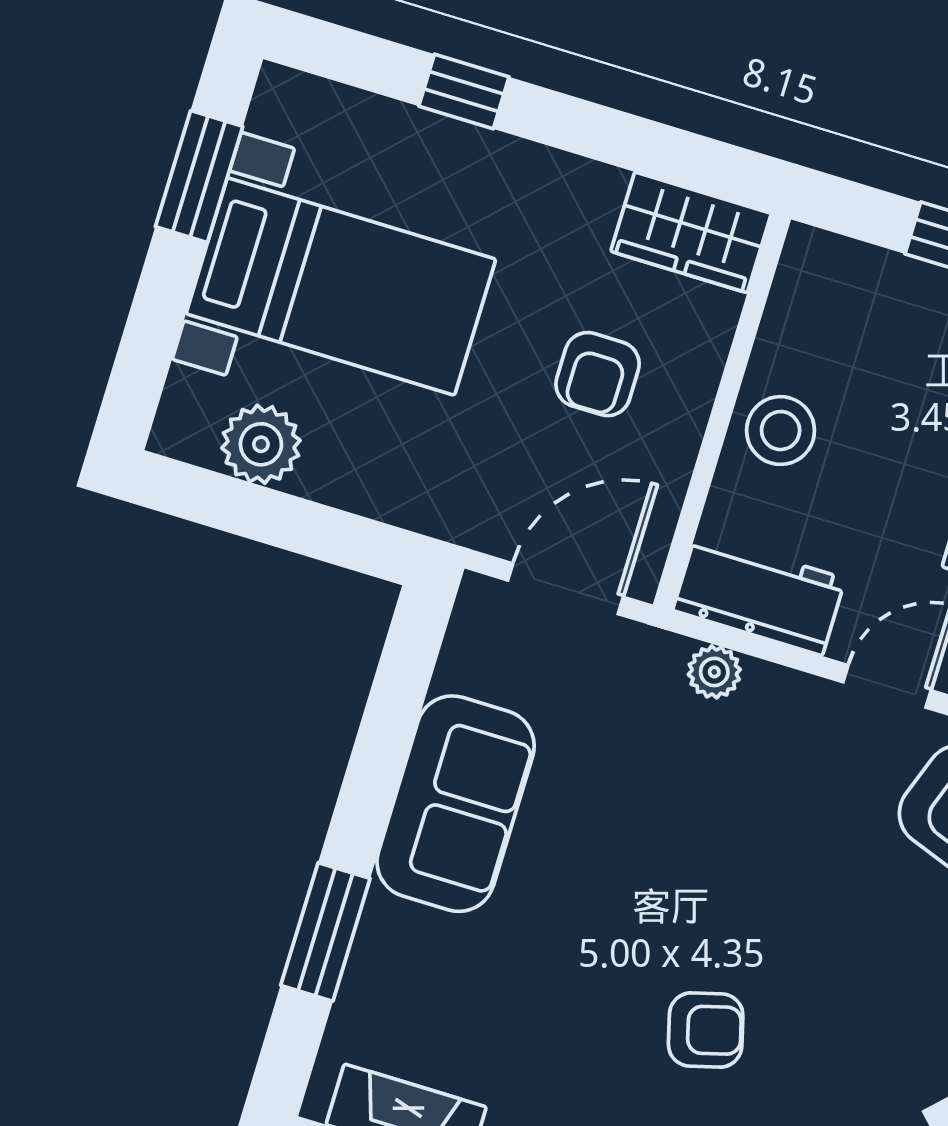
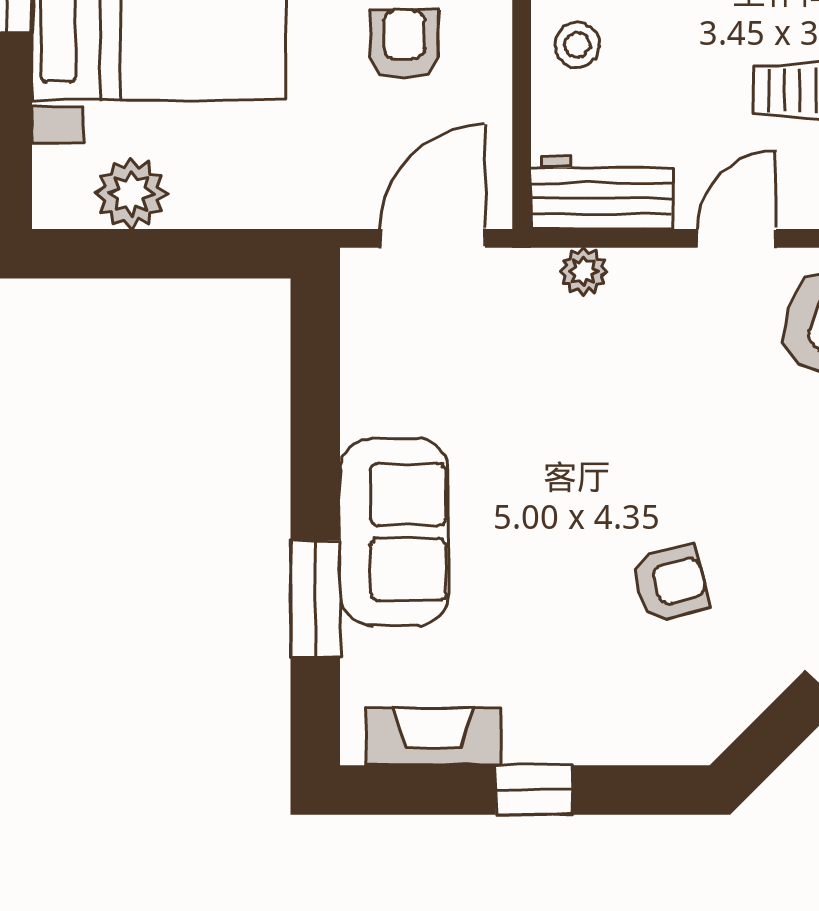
armchair: (598, 374) -> (404, 44), turned 180
stool: (781, 431) -> (577, 45), width x0.73, depth x0.73
sofa: (456, 804) -> (394, 532), moved

